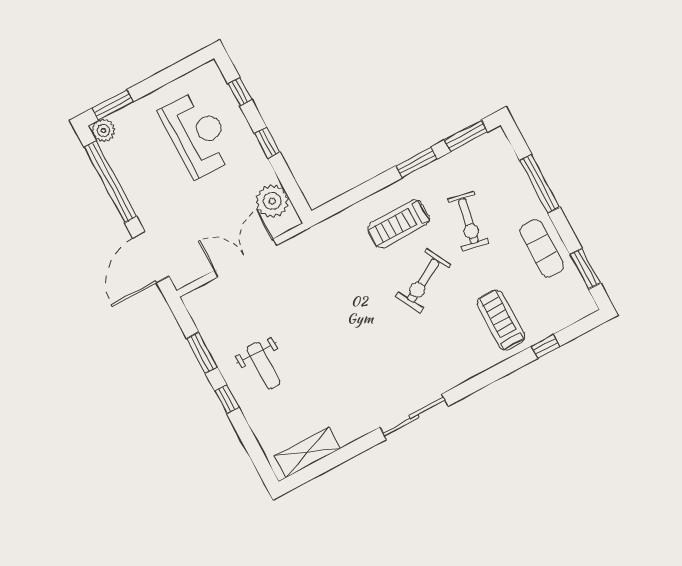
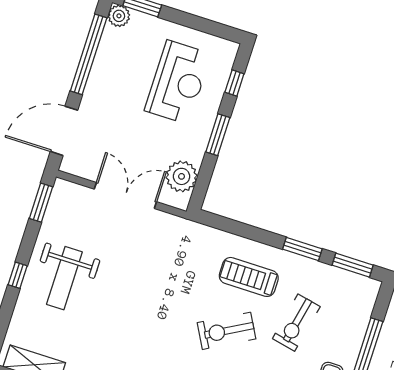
window: (267, 143) -> (218, 135), width x1.50
window: (202, 353) -> (41, 203), moved
weight bench: (263, 365) -> (64, 278), width x1.36, depth x1.33

